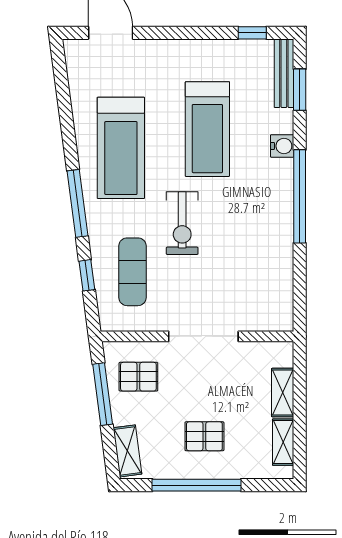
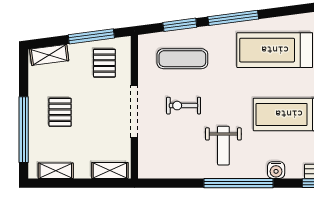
weight bench: (249, 217) -> (223, 146), added
exercise bike: (182, 223) -> (184, 106), moved, width x0.73, depth x0.72
window: (87, 275) -> (180, 25), width x1.50
shelving: (283, 393) -> (110, 170), moved
window: (197, 485) -> (24, 130), moved

